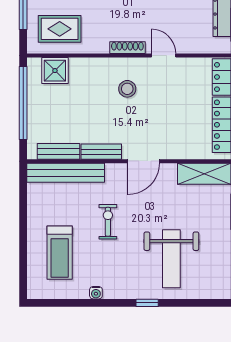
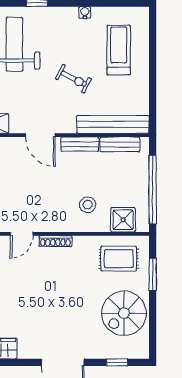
door: (164, 56) -> (22, 234), hinge flipped
stool: (127, 89) -> (88, 205), moved
door: (144, 161) -> (40, 135), swing flipped
exercise bike: (108, 222) -> (74, 79), turned -63

